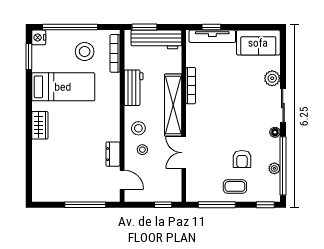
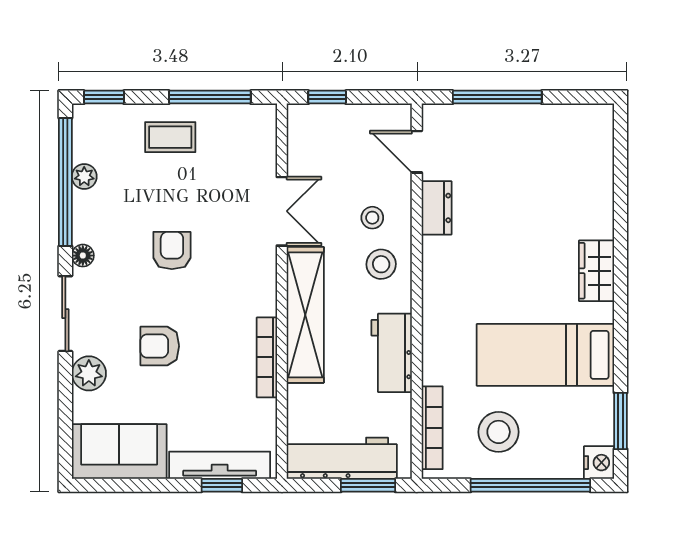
armchair: (240, 91) -> (160, 346), added
armchair: (242, 159) -> (172, 251), moved

